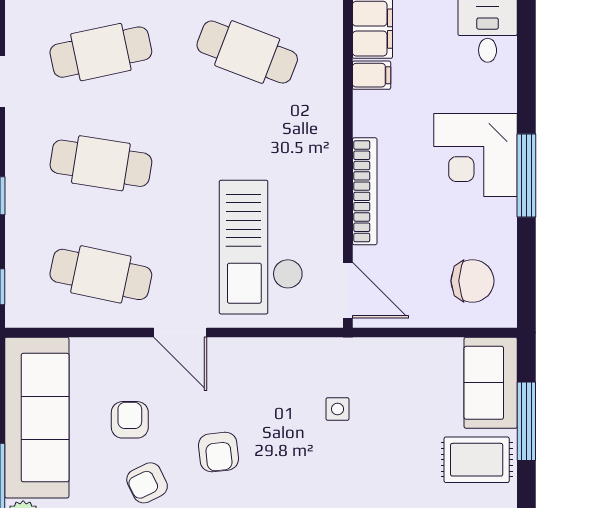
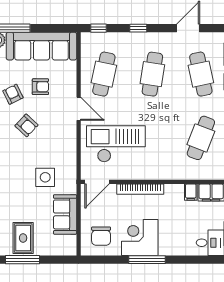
corner desk: (475, 155) -> (140, 237), moved
door: (180, 332) -> (79, 109), swing flipped
sofa: (491, 383) -> (65, 214), moved, turned -90
side table: (337, 409) -> (45, 177), width x1.87, depth x1.87
window: (526, 421) -> (23, 260), moved
armchair: (219, 452) -> (26, 125), turned -131

